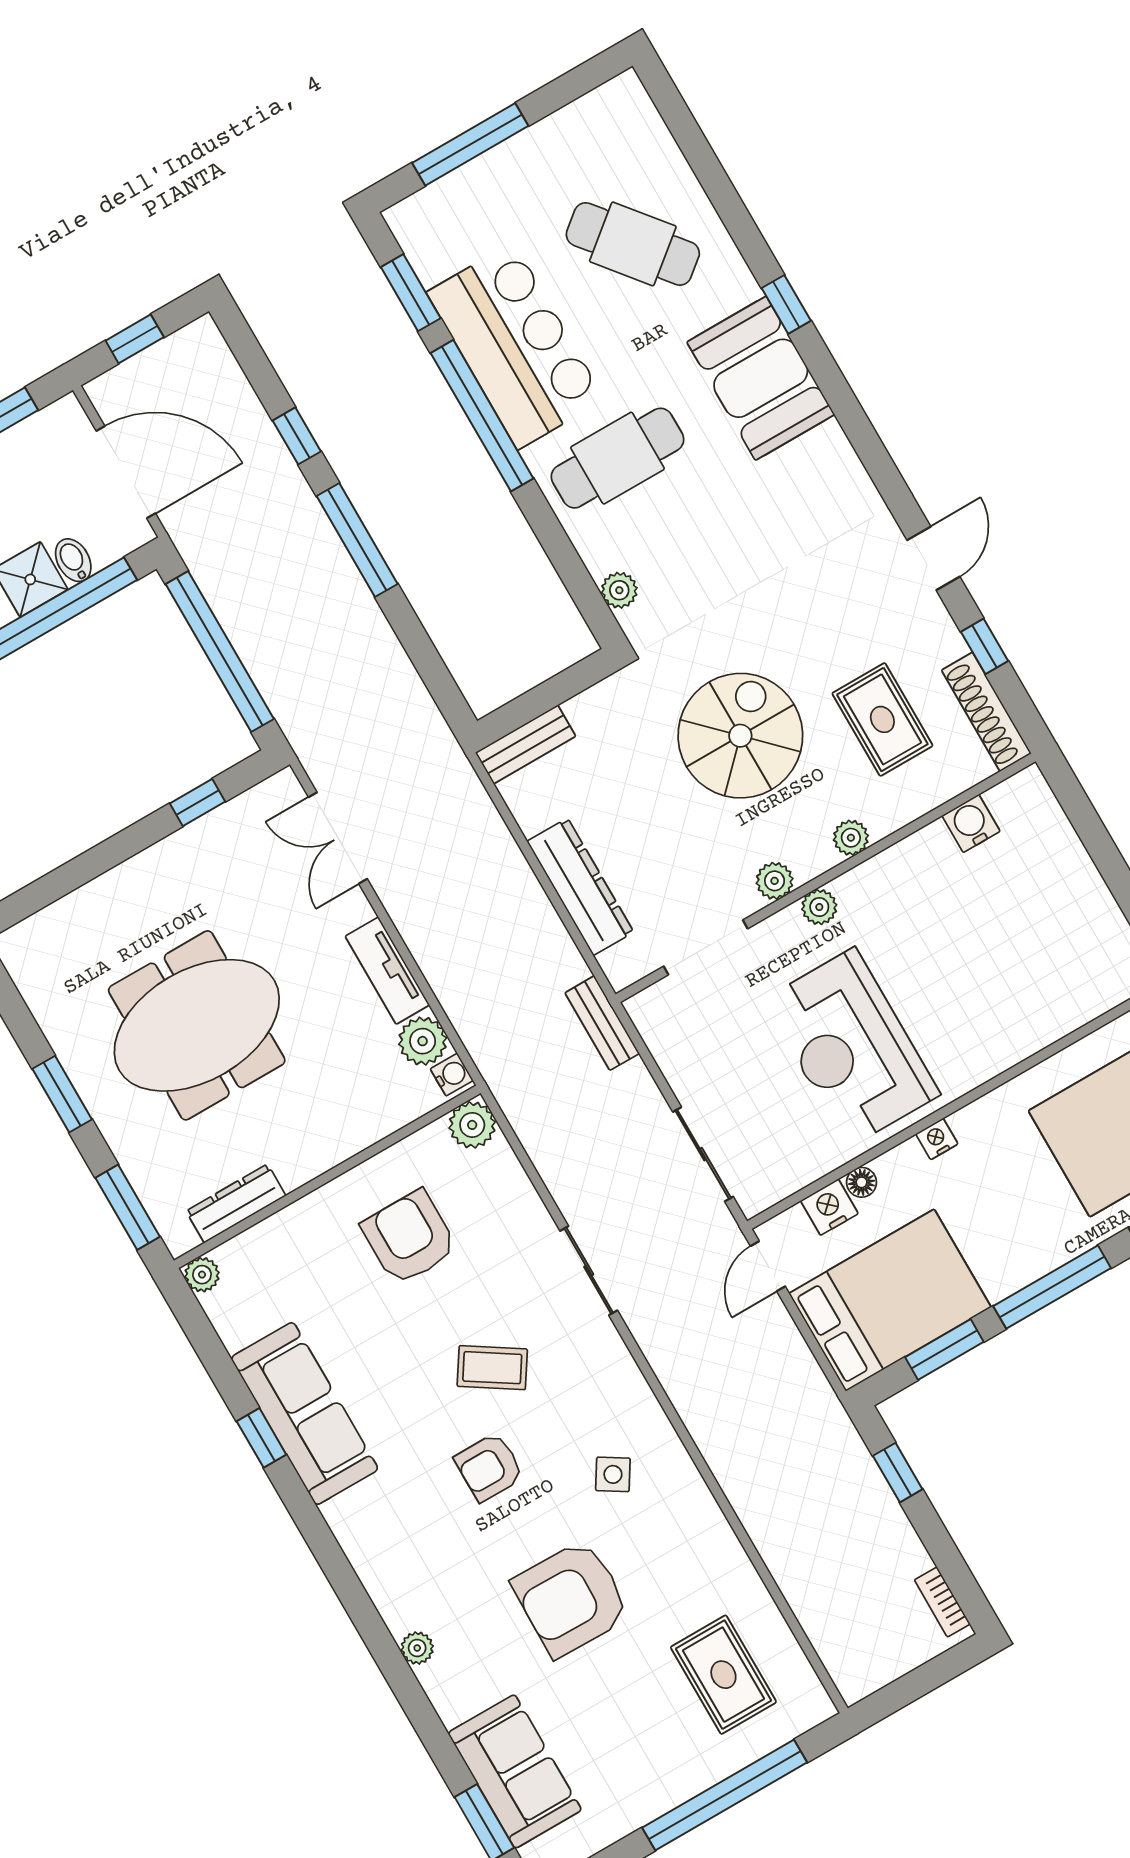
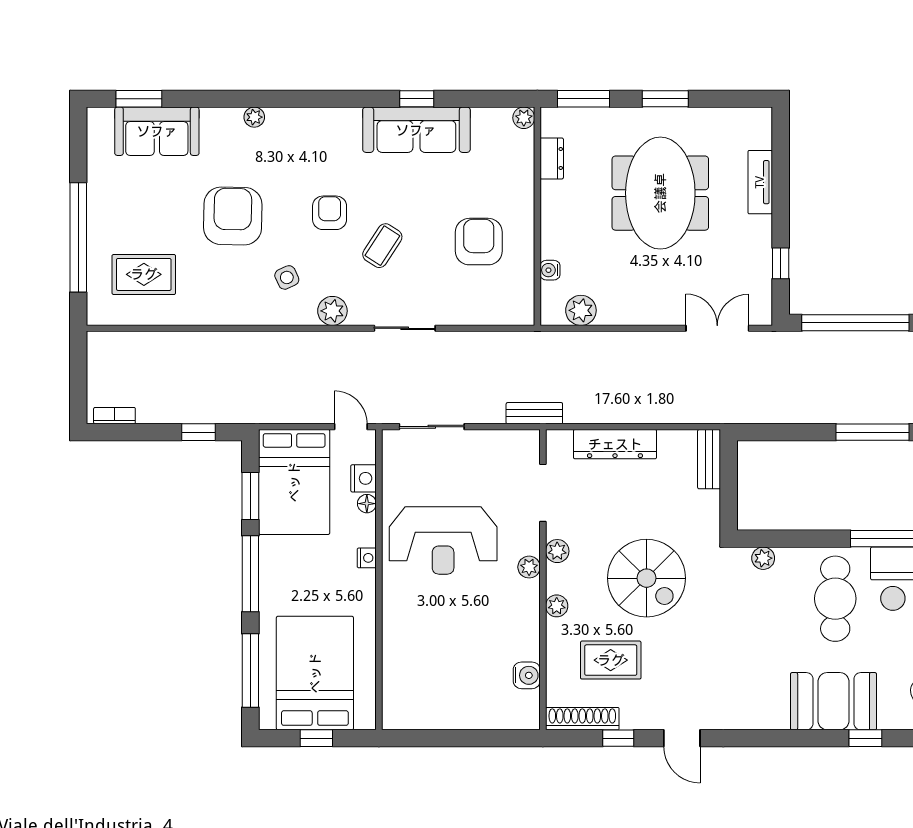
tv unit: (387, 971) -> (760, 182), moved, turned -90
reception desk: (851, 1047) -> (443, 540), turned 180
water cooler: (452, 1075) -> (550, 270), moved, turned 90
plant: (472, 1125) -> (332, 311), moved
dresser: (236, 1203) -> (552, 158), width x0.70
armchair: (409, 1238) -> (479, 242), turned -90
side table: (613, 1474) -> (287, 277), turned 33

